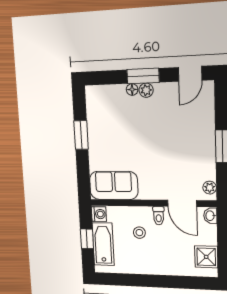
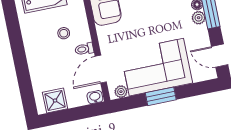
corner sofa: (190, 145) -> (156, 67), added

